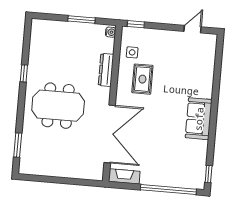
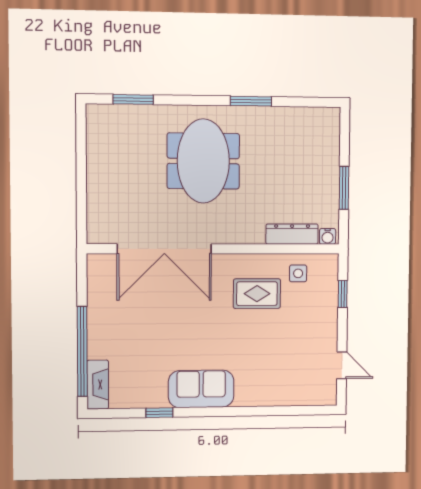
window: (136, 24) -> (343, 294), moved
dresser: (106, 70) -> (292, 234), moved
window: (24, 73) -> (251, 101), width x1.50
window: (209, 174) -> (159, 413), moved
fireplace: (124, 176) -> (98, 385), moved

